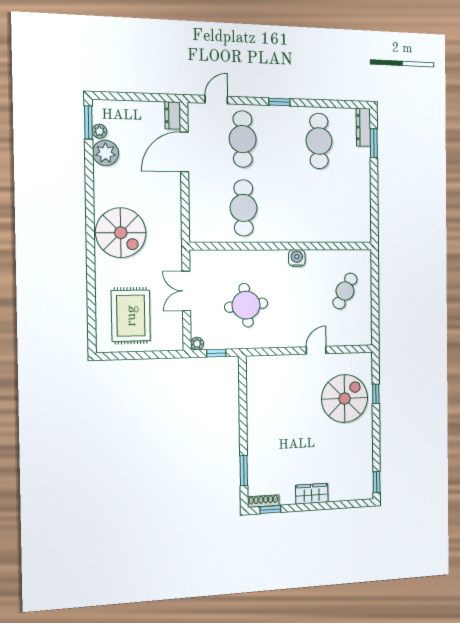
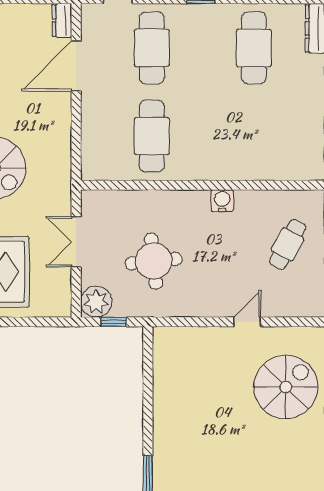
plant: (197, 344) -> (96, 302), width x1.88, depth x1.88

